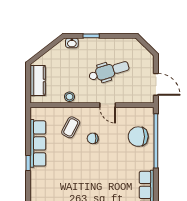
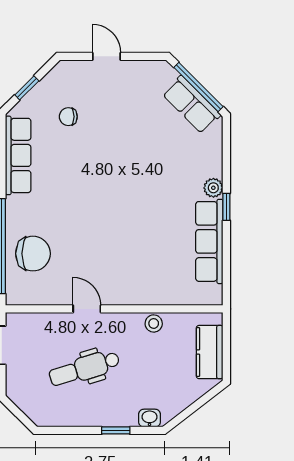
coffee table: (71, 127) -> (152, 270), removed
chair: (93, 138) -> (113, 250), removed
plant: (36, 174) -> (213, 188), added

